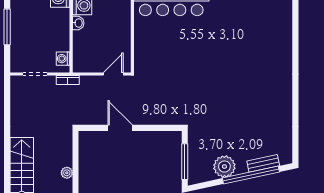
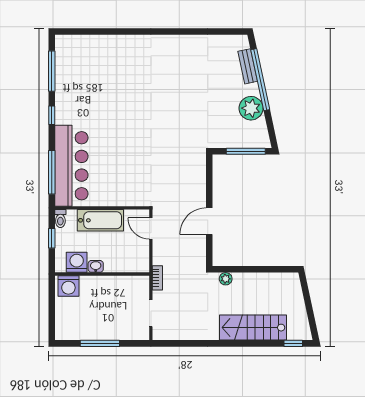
bathtub: (121, 27) -> (100, 220), added
washing machine: (63, 59) -> (134, 283), removed
plant: (67, 173) -> (226, 279), moved

